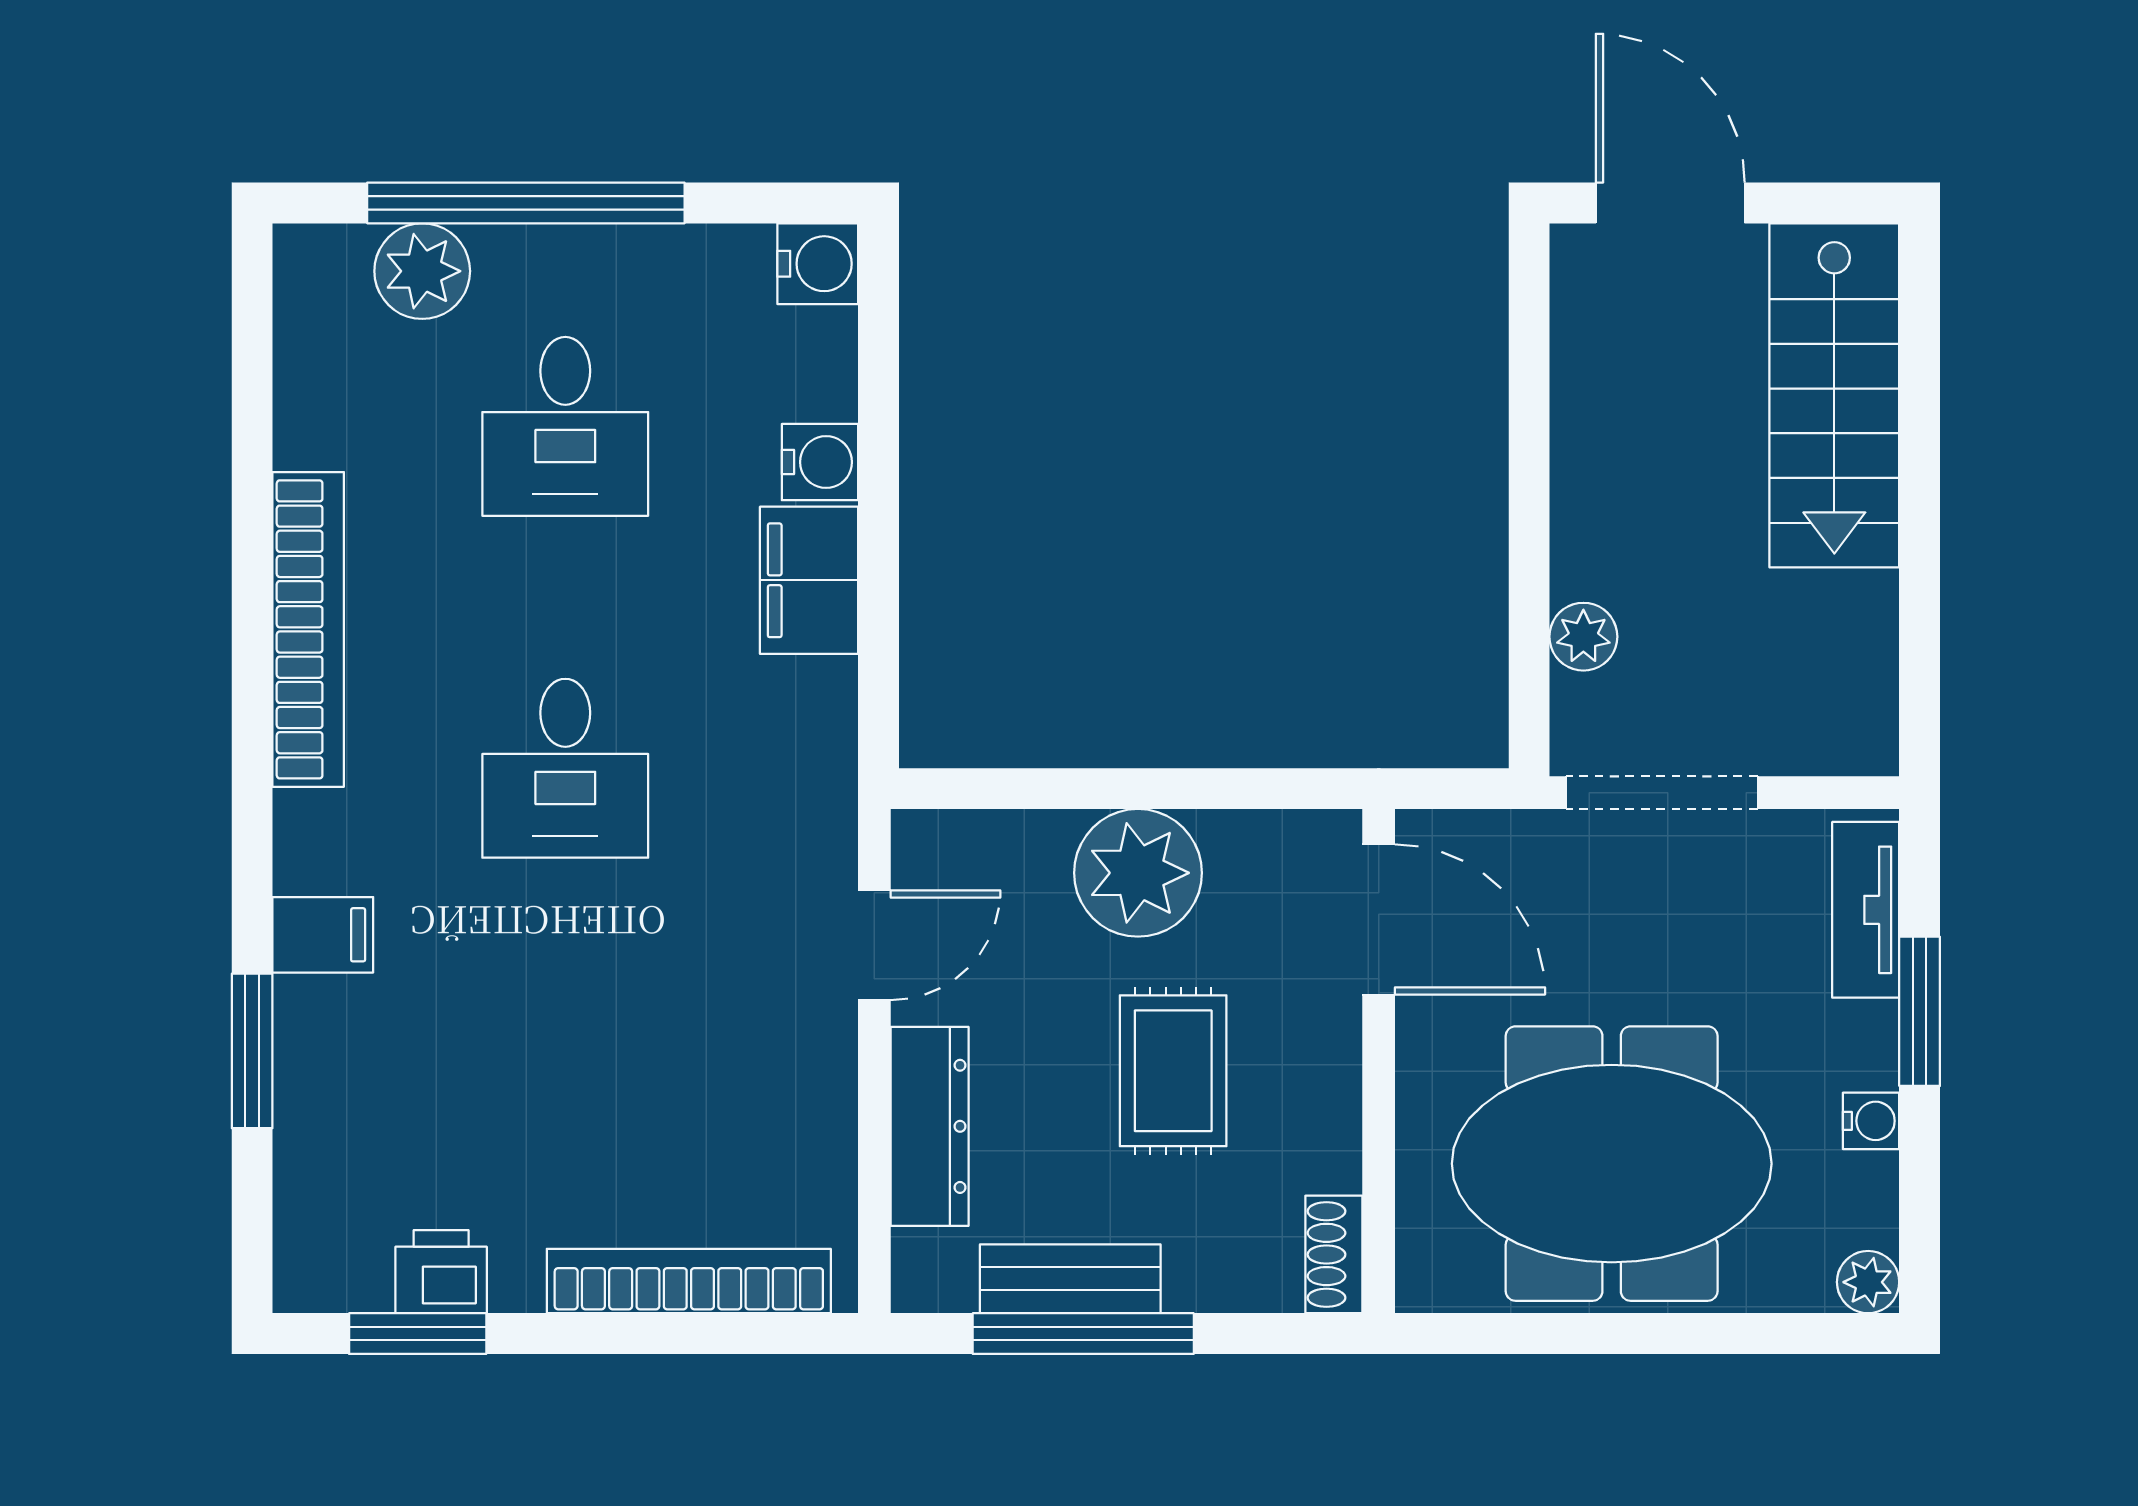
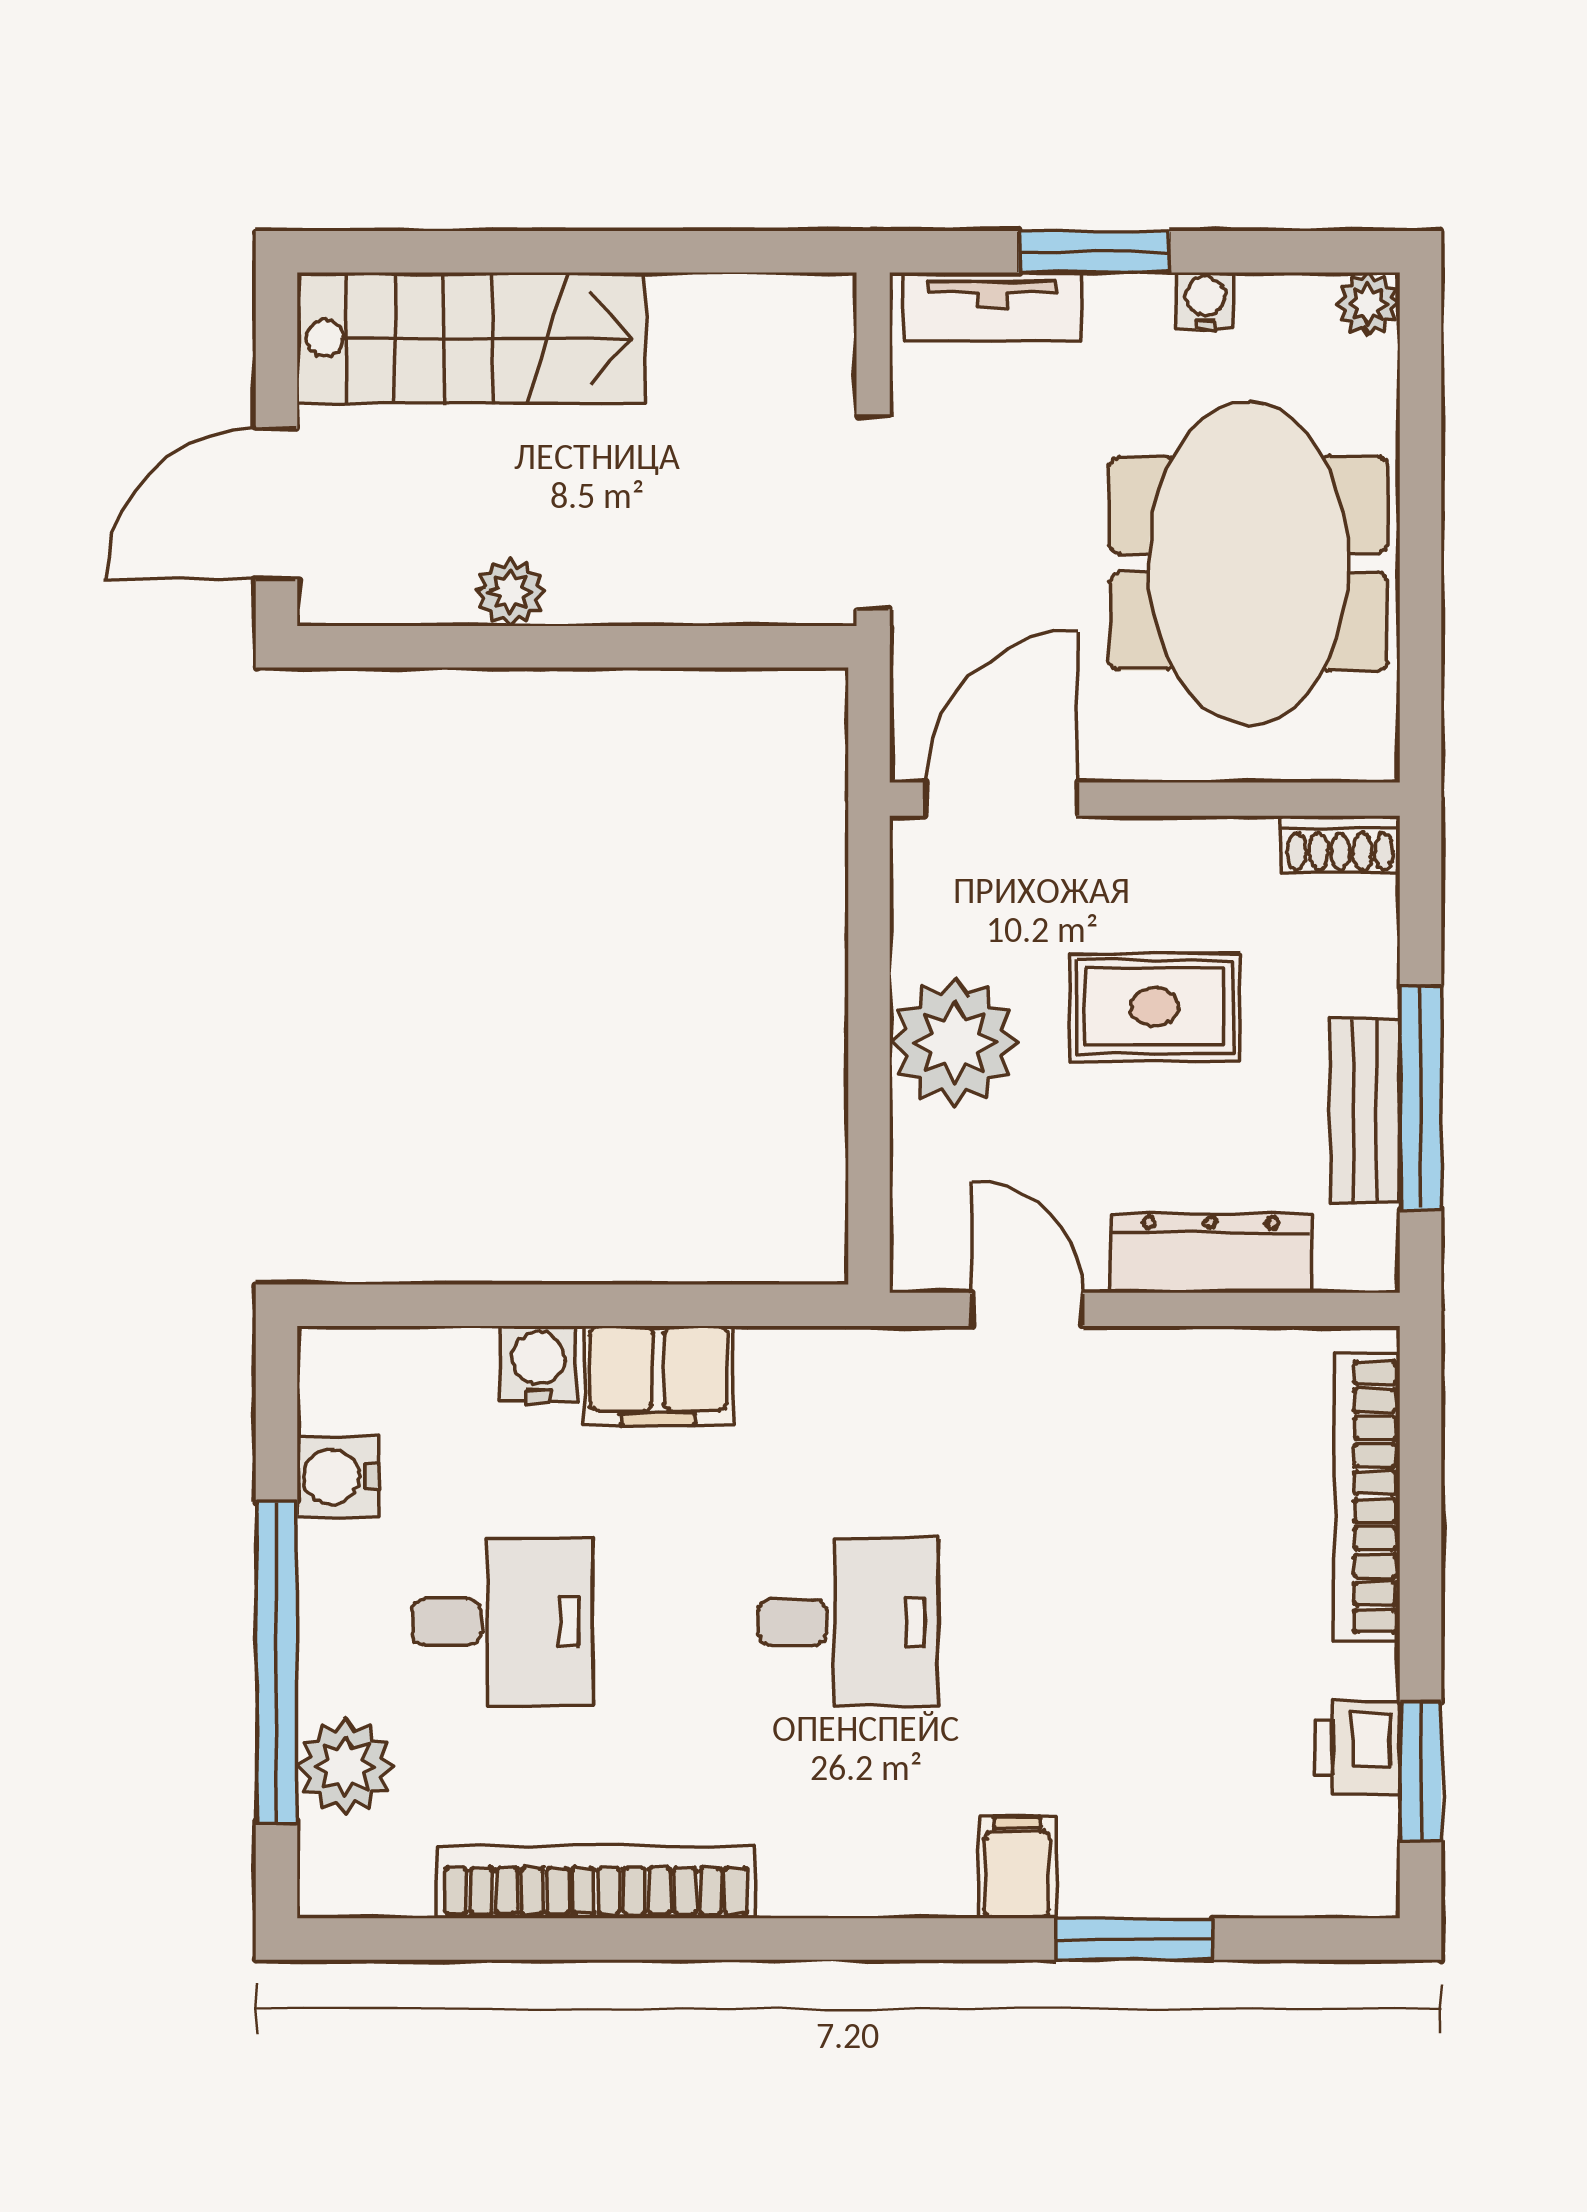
water cooler: (818, 264) -> (338, 1477), moved, turned -90
bookcase: (308, 629) -> (596, 1882), moved
plant: (1583, 637) -> (510, 592), moved

